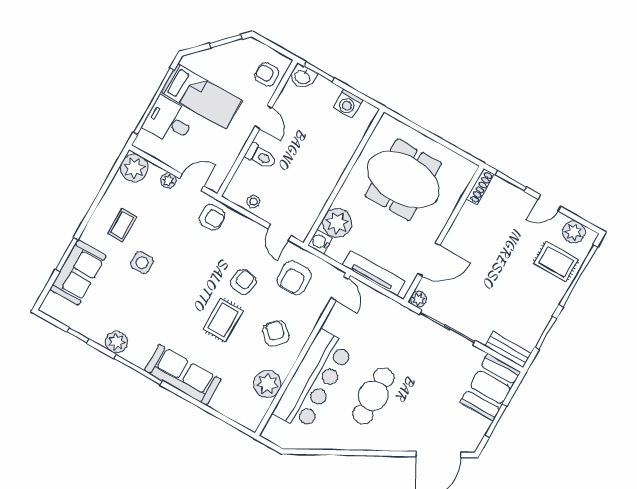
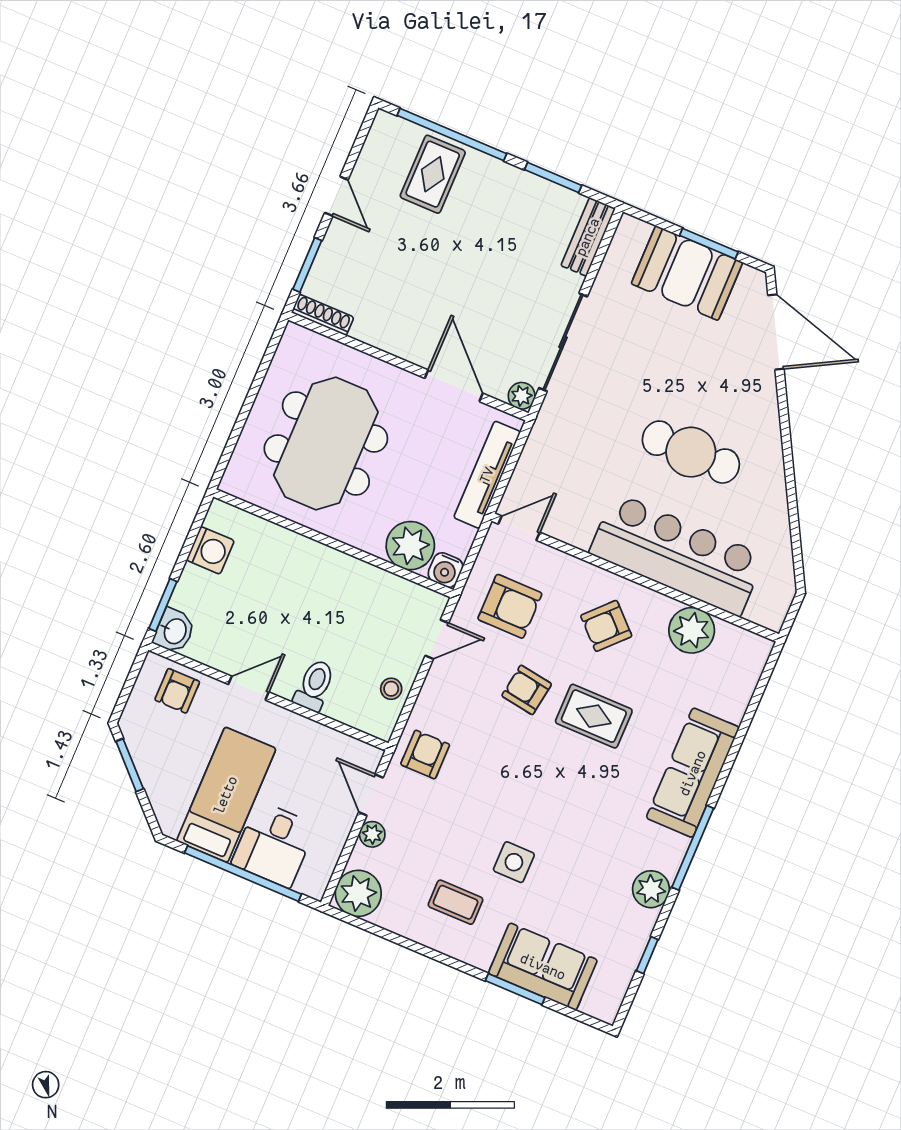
plant: (574, 232) -> (380, 150), removed
booth: (490, 387) -> (687, 273), moved

